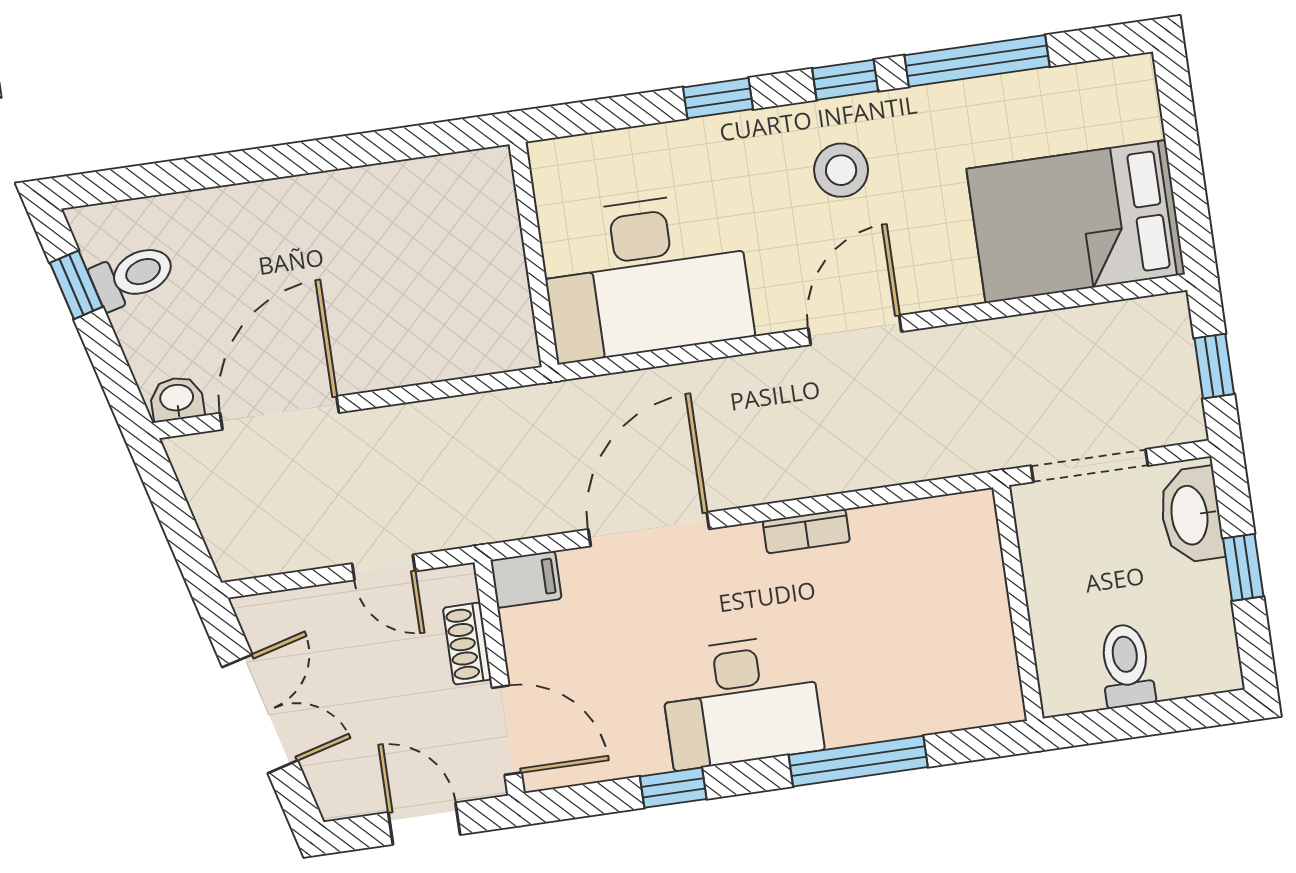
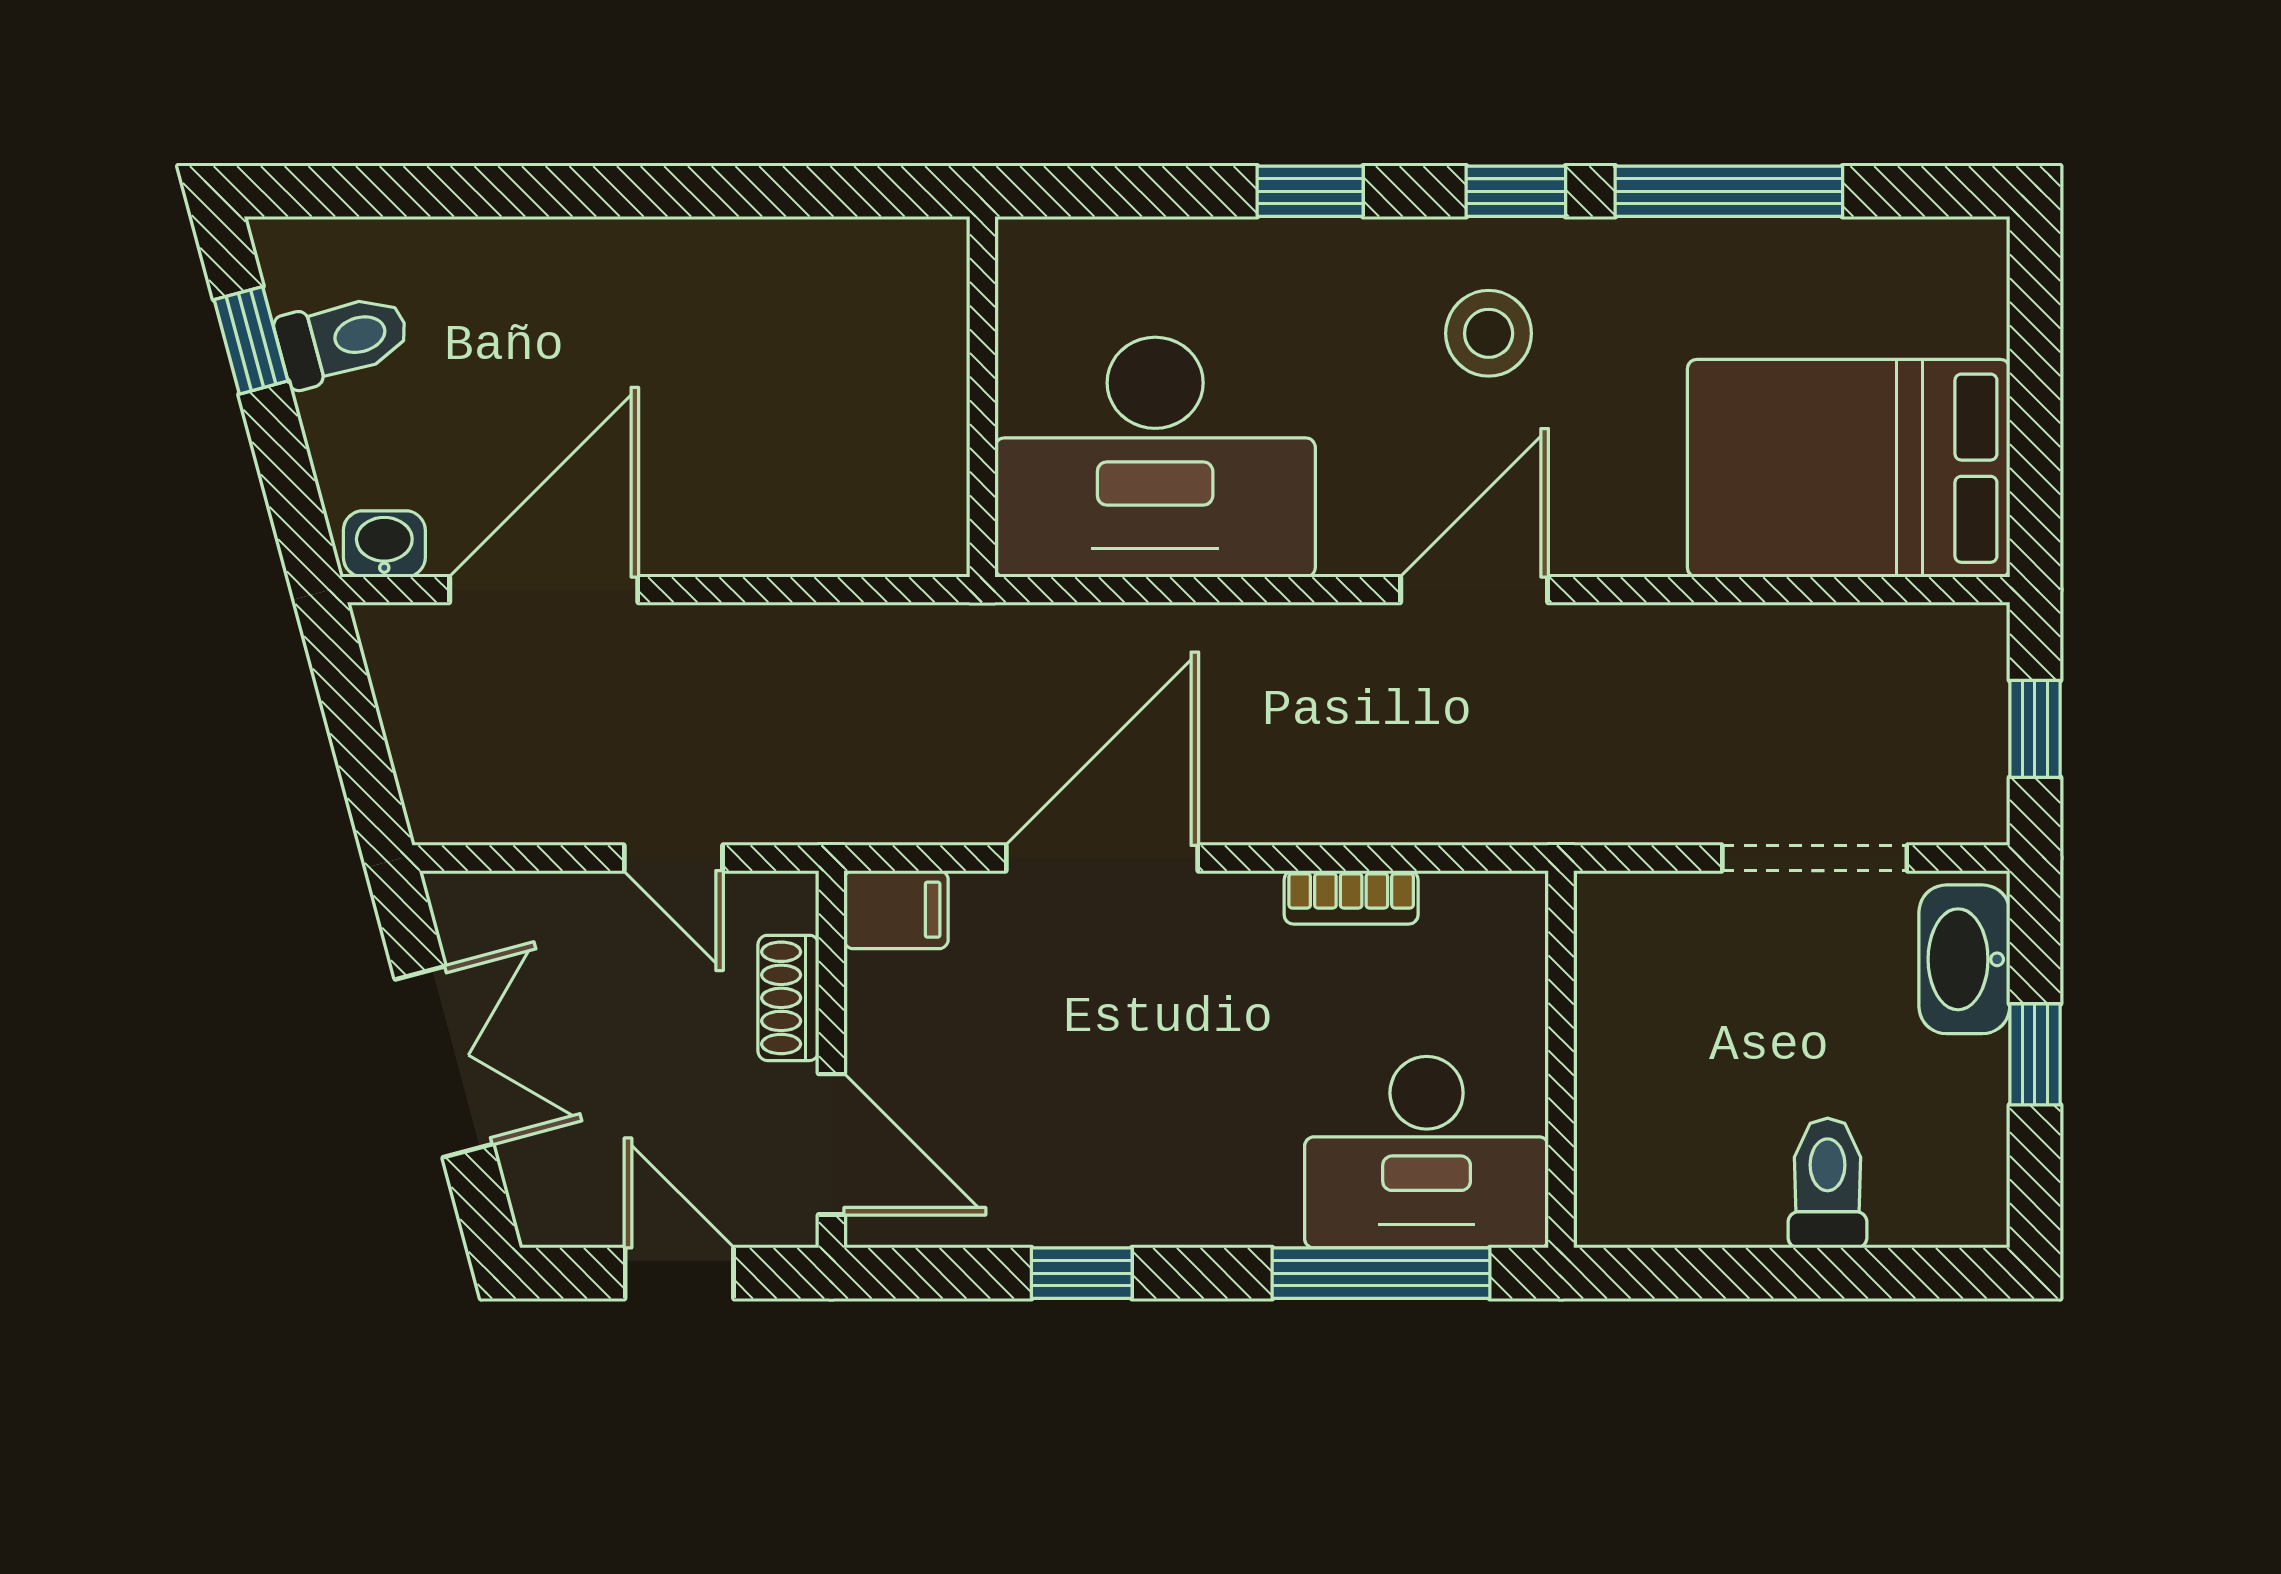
wall: (1018, 603) -> (1561, 1059), moved
desk: (741, 702) -> (1427, 1152), moved

